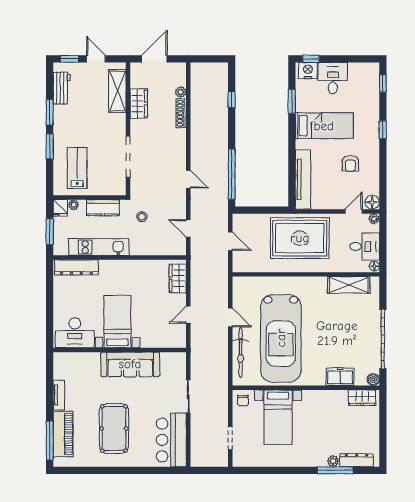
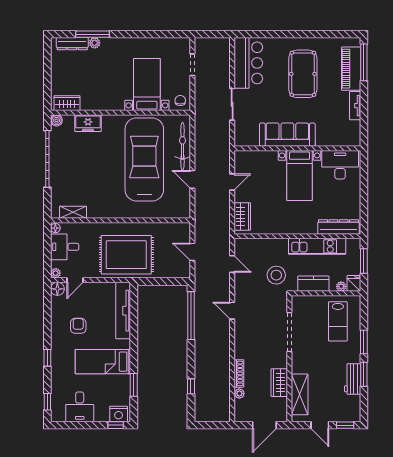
desk: (333, 78) -> (80, 407), moved
workbench: (62, 88) -> (353, 379), moved
stool: (142, 217) -> (276, 275), width x1.89, depth x1.89
shelving: (349, 285) -> (73, 212), width x0.67, depth x0.75

